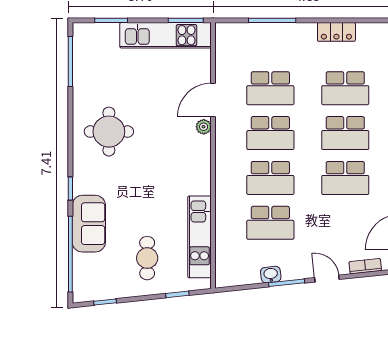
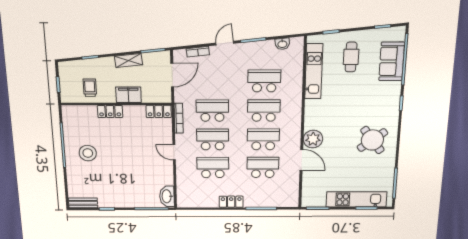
locker: (336, 32) -> (231, 202), moved
kitchen unit: (166, 35) -> (356, 199), moved
door: (213, 100) -> (301, 160), hinge flipped
plant: (204, 127) -> (313, 139), width x1.88, depth x1.88
round table: (109, 132) -> (372, 140), turned -37
sofa: (89, 224) -> (392, 61), moved
washbasin: (271, 275) -> (282, 44), moved
door: (327, 279) -> (225, 43), swing flipped

